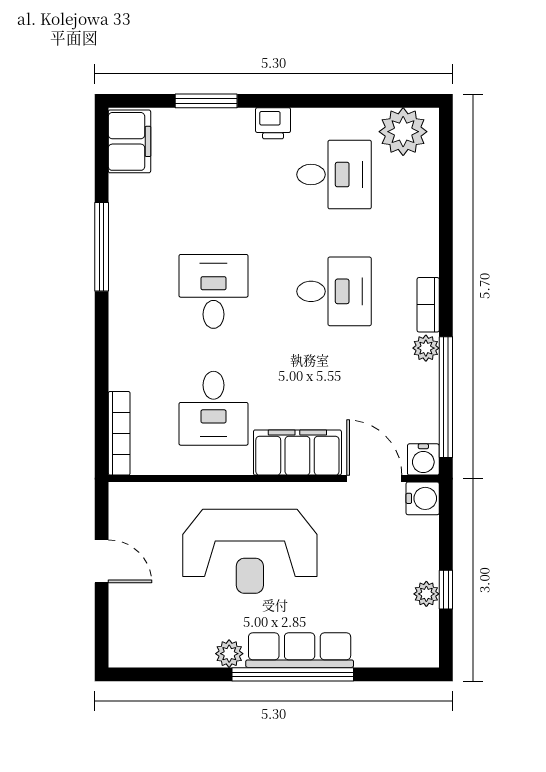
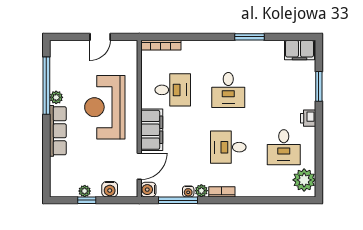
window: (102, 247) -> (249, 37), width x0.69
desk: (213, 291) -> (228, 90), turned 90
desk: (334, 291) -> (228, 147), turned 90
water cooler: (427, 376) -> (188, 191), added
window: (446, 397) -> (178, 200), width x0.68
desk: (213, 408) -> (173, 90), turned 180
water cooler: (423, 498) -> (110, 189), moved
window: (293, 674) -> (46, 86), moved

